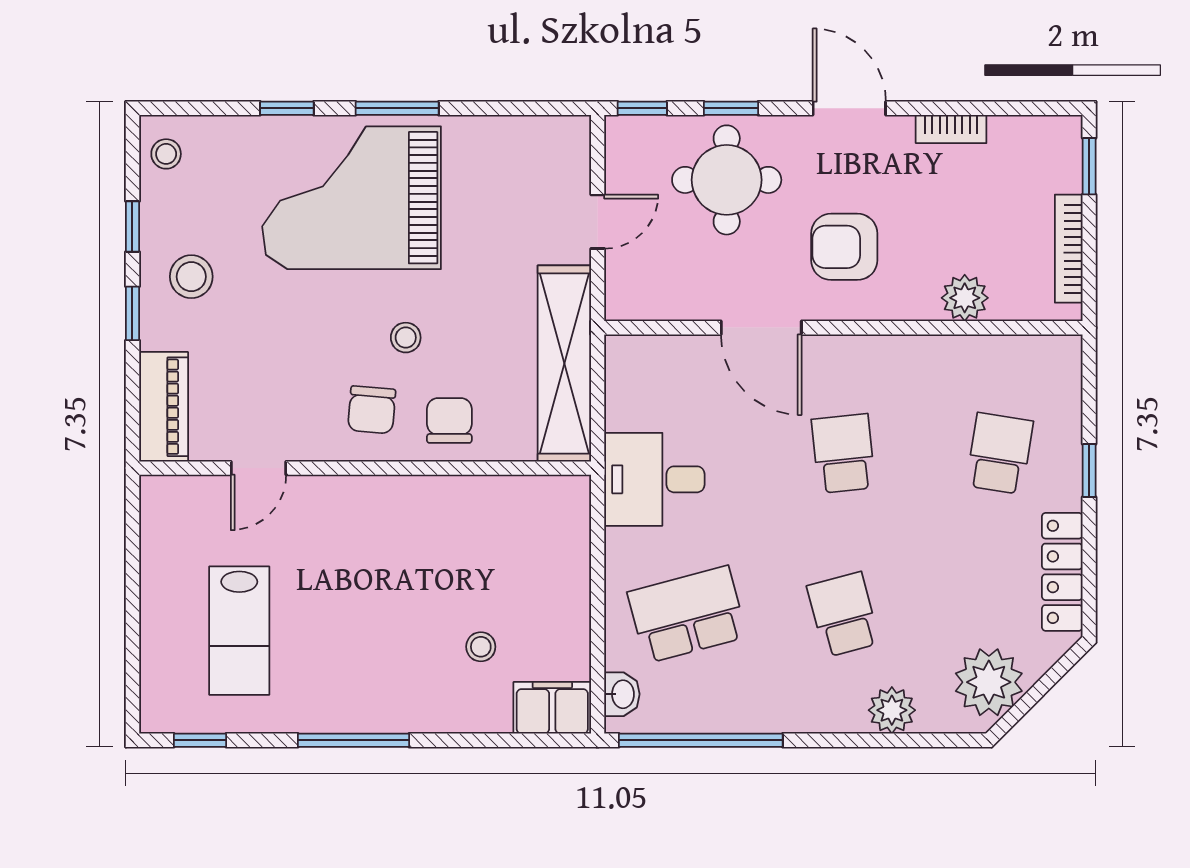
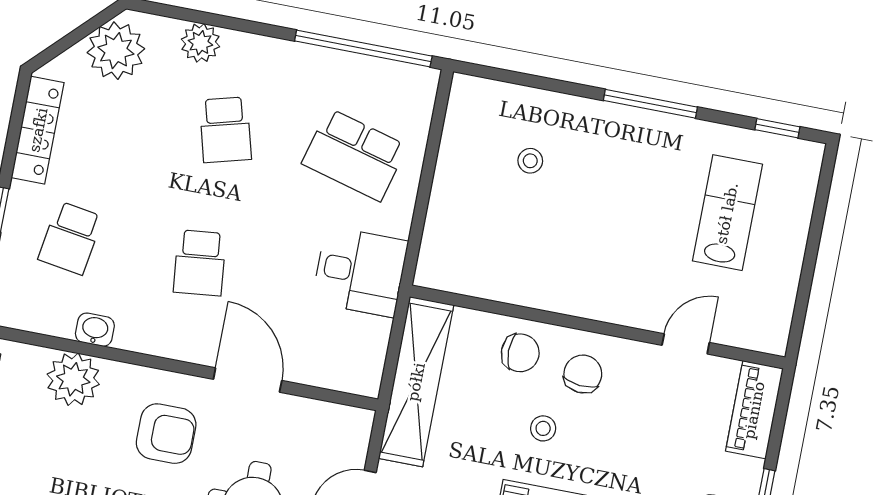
plant: (965, 298) -> (73, 379), width x1.36, depth x1.36
chair: (449, 421) -> (520, 353), turned -90
school desk: (687, 614) -> (355, 155), turned 30
washbasin: (622, 694) -> (95, 330), moved, turned 90
filing cabinet: (552, 708) -> (481, 99), removed

